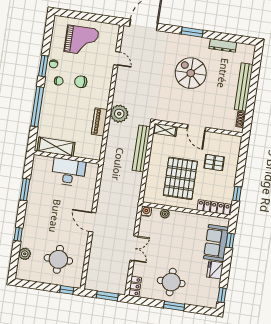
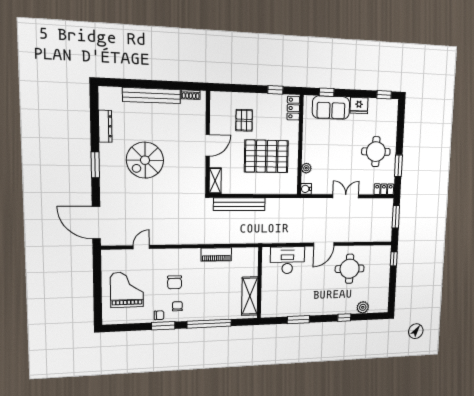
plant: (119, 114) -> (204, 234), removed
desk: (68, 172) -> (287, 260), moved, turned 90
locker: (214, 207) -> (293, 108), width x0.66
round table: (58, 259) -> (350, 269), moved
window: (174, 306) -> (398, 166), moved

